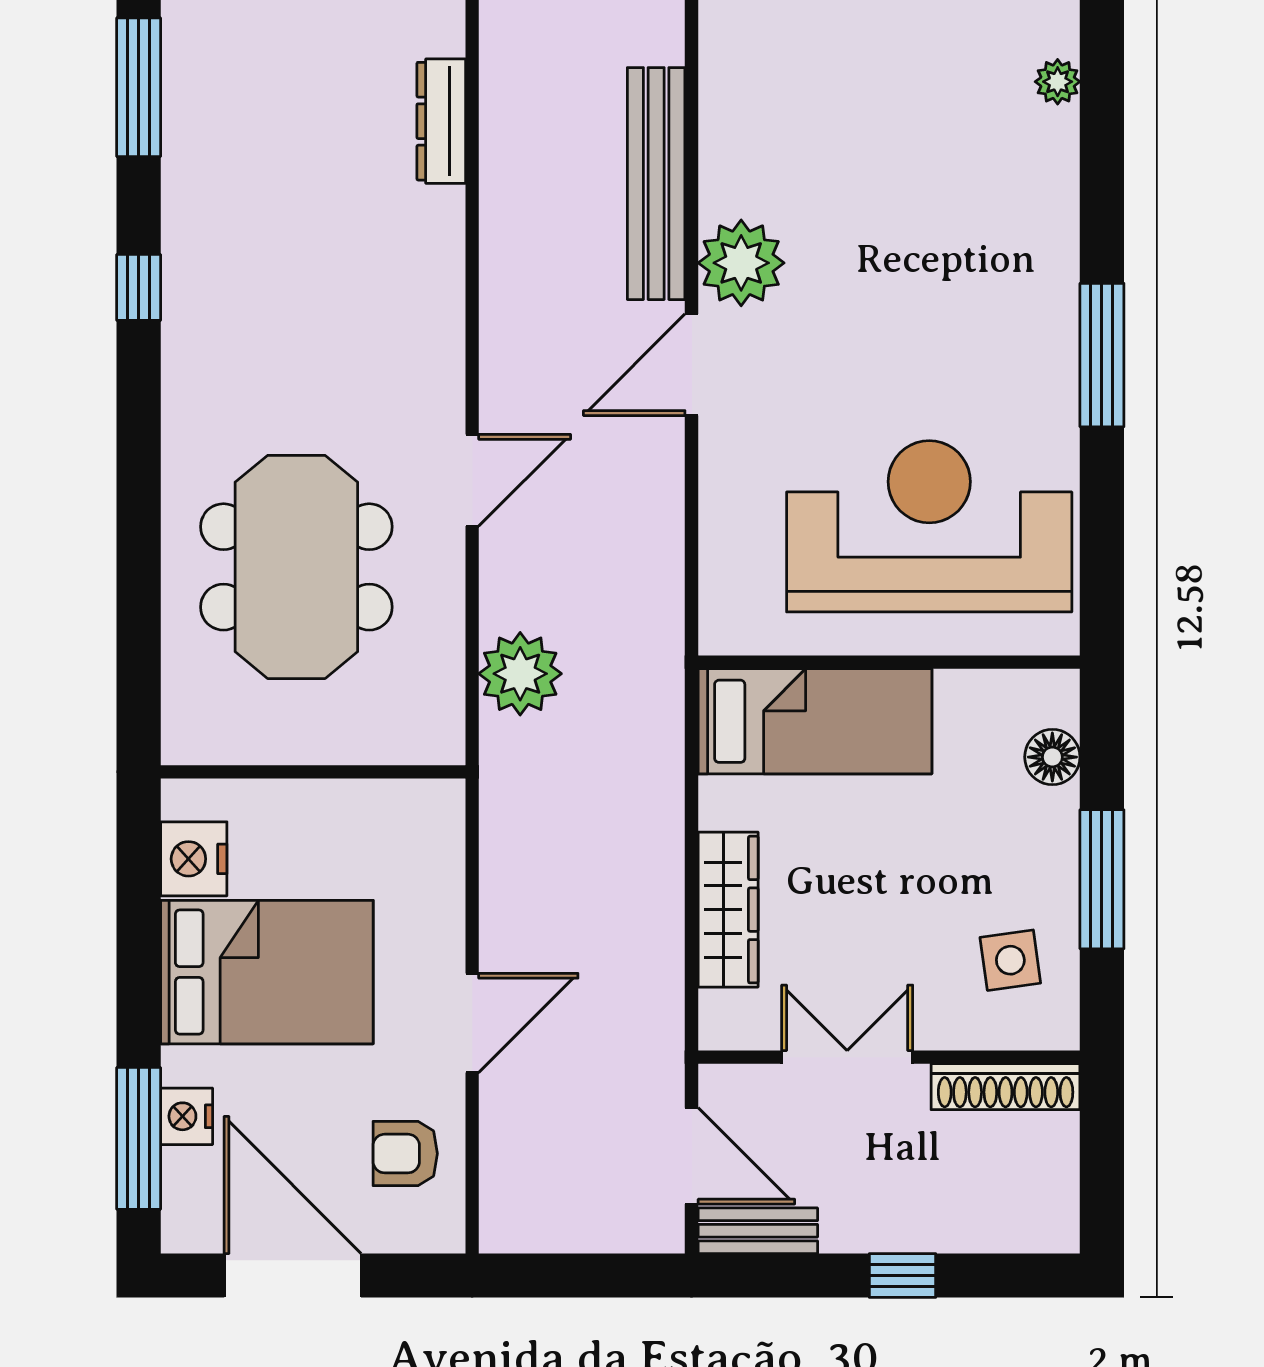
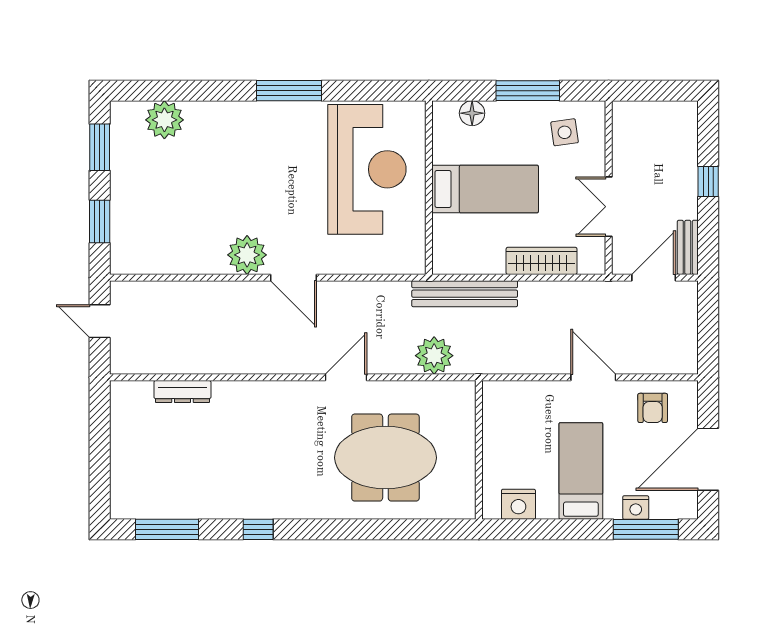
plant: (1058, 82) -> (164, 120), width x1.87, depth x1.87
bench: (656, 184) -> (465, 294), moved
door: (472, 480) -> (346, 377), hinge flipped
reception desk: (929, 526) -> (367, 169), turned 180
bed: (815, 721) -> (485, 189), moved, turned 90
bed: (267, 972) -> (581, 471), width x0.67
shoe rack: (1006, 1087) -> (622, 135), removed

